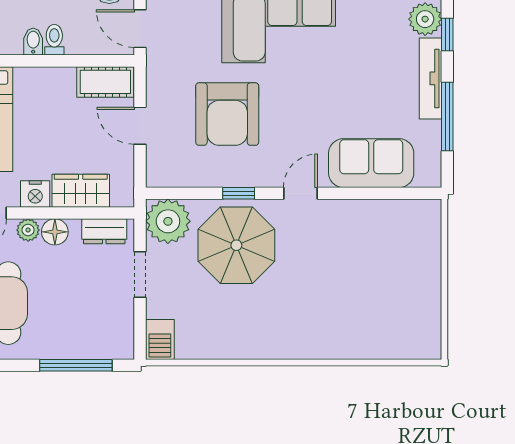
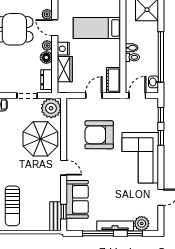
window: (239, 193) -> (64, 212), moved
bench: (409, 211) -> (56, 216), added
sun lounger: (386, 308) -> (12, 206), added

